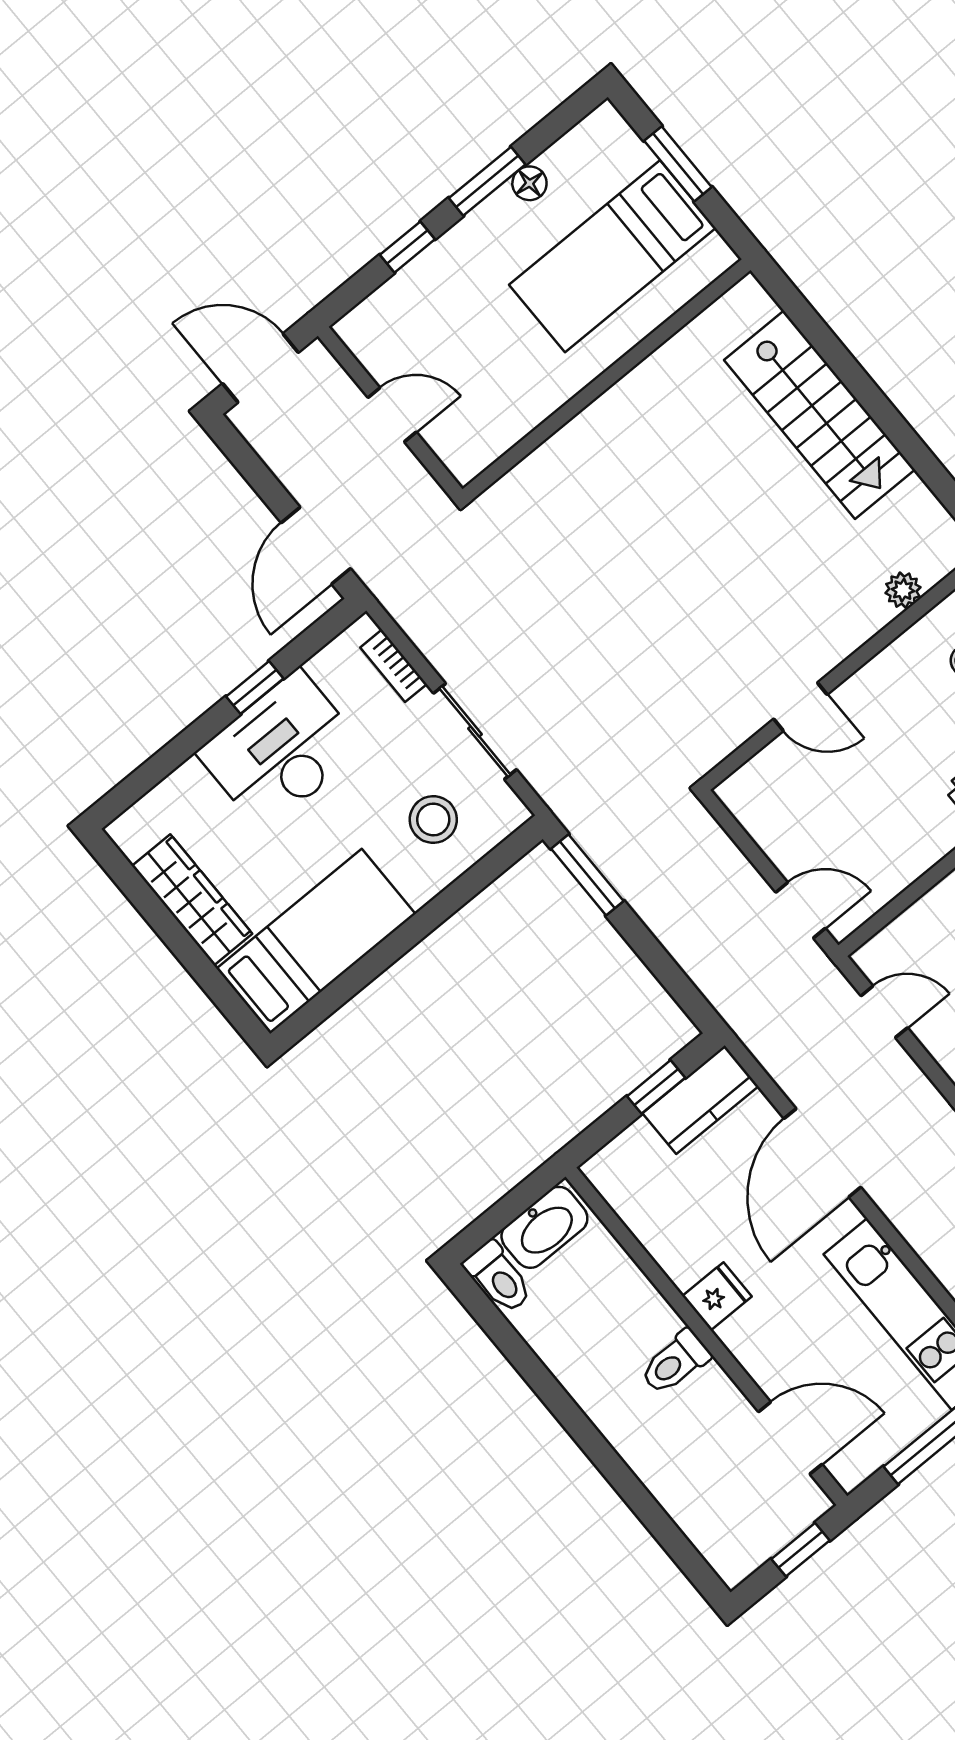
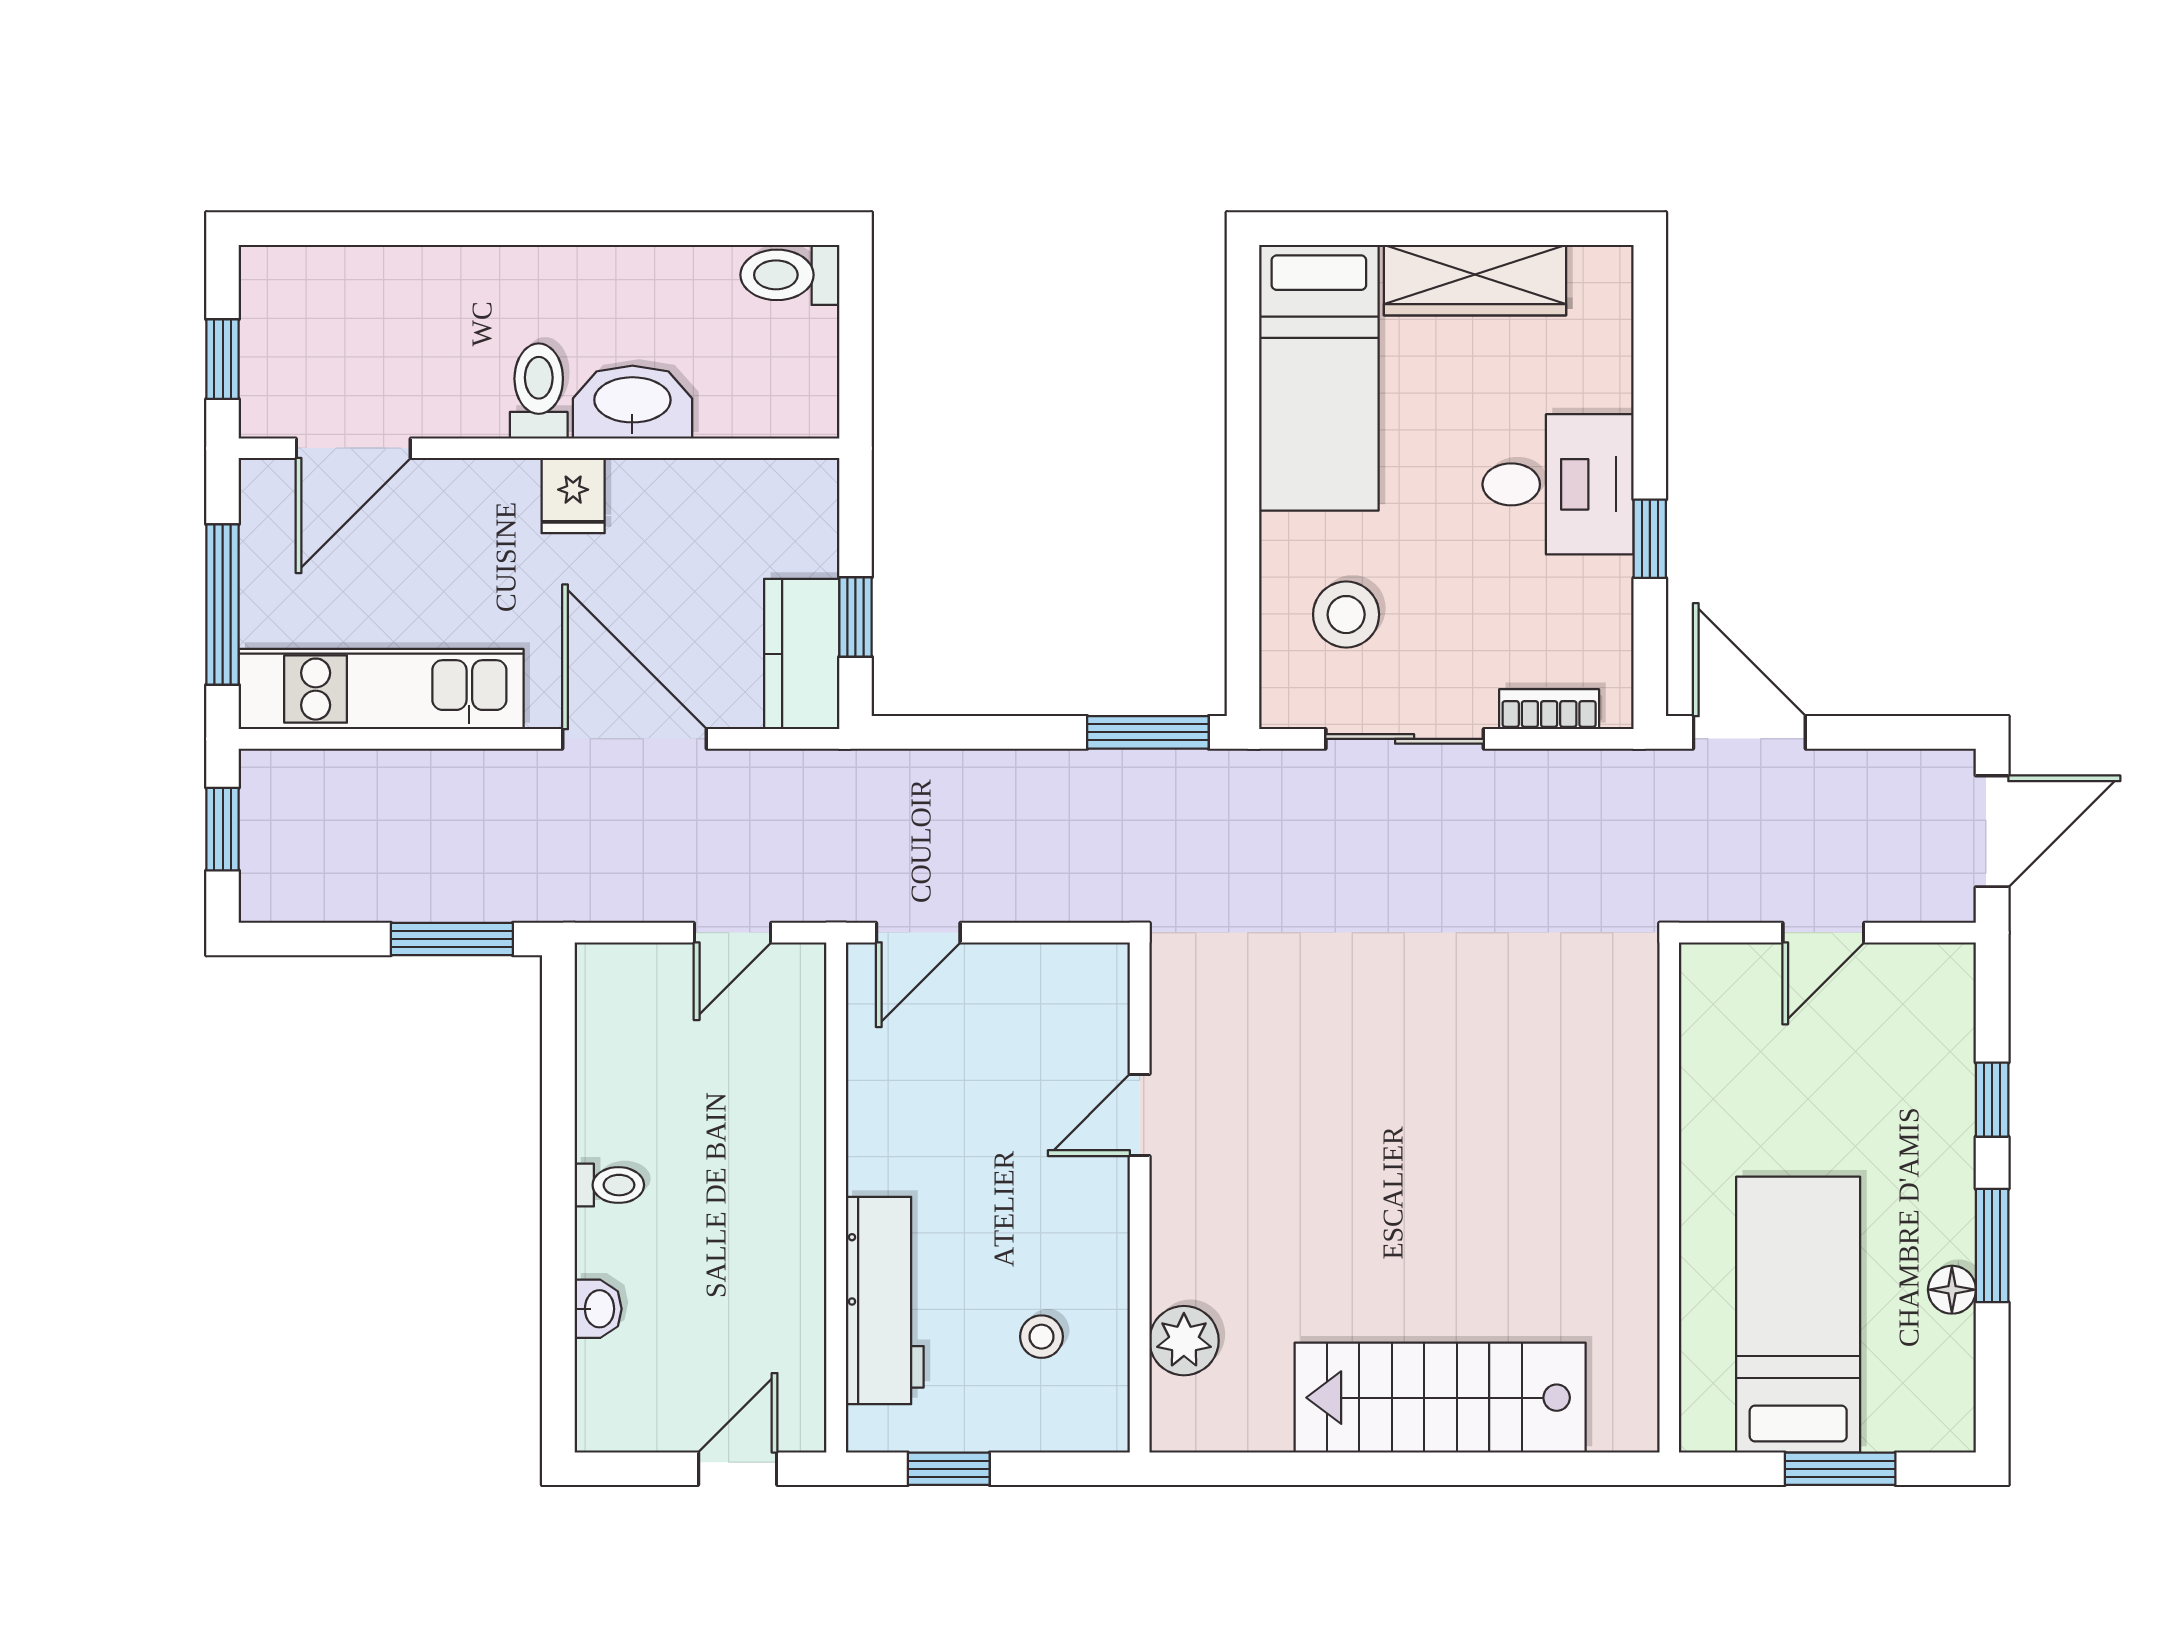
plant: (903, 590) -> (1184, 1341), width x1.38, depth x1.38
desk: (281, 750) -> (1558, 484), width x0.73
washbasin: (544, 1227) -> (632, 402), moved, turned 90

